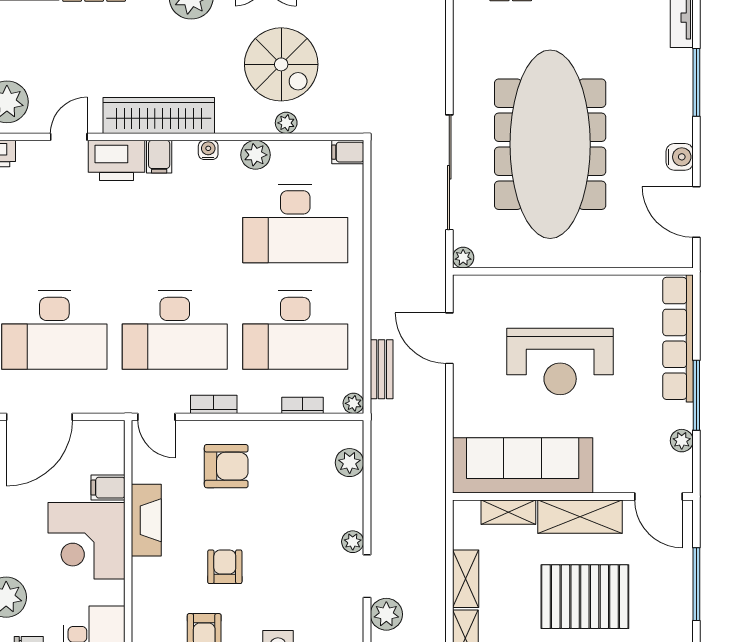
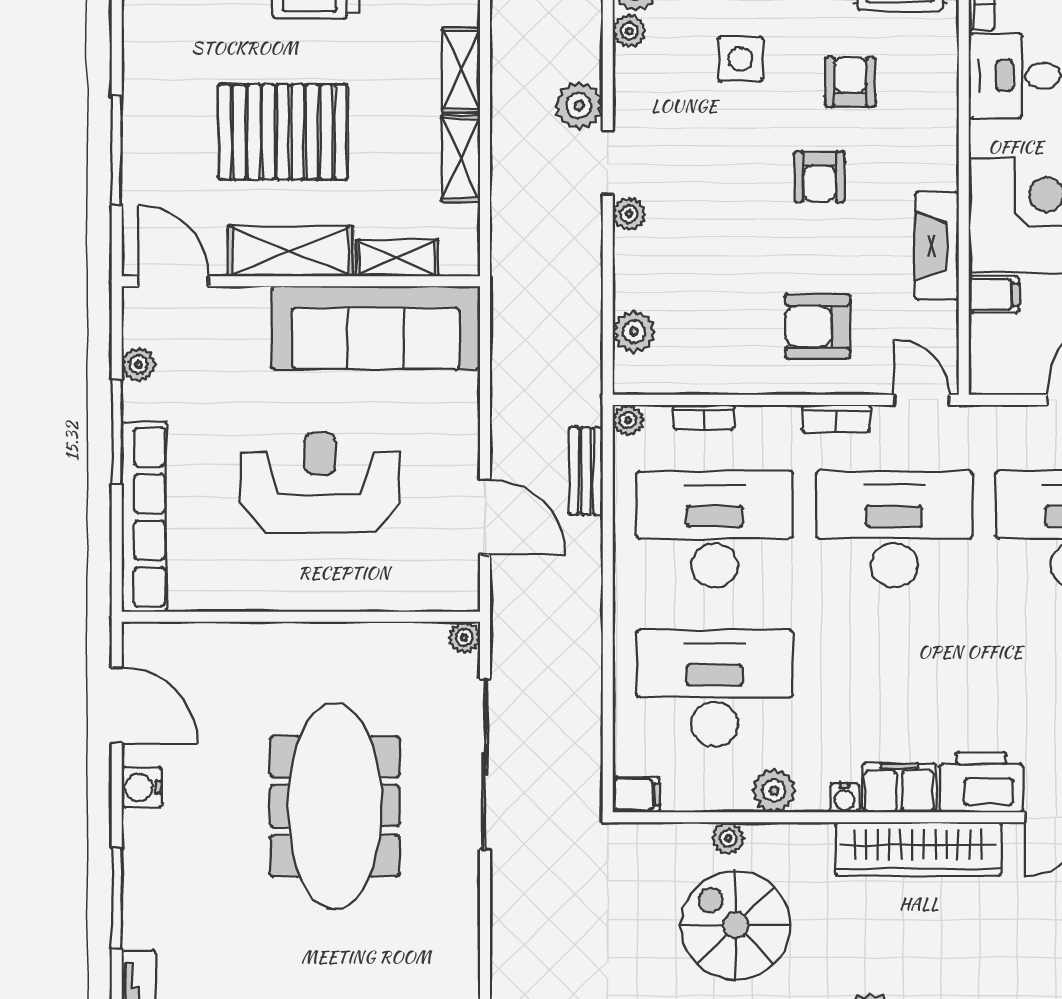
meeting table: (550, 144) -> (335, 806), width x0.73, depth x0.79
filing cabinet: (159, 157) -> (899, 788), width x2.00

